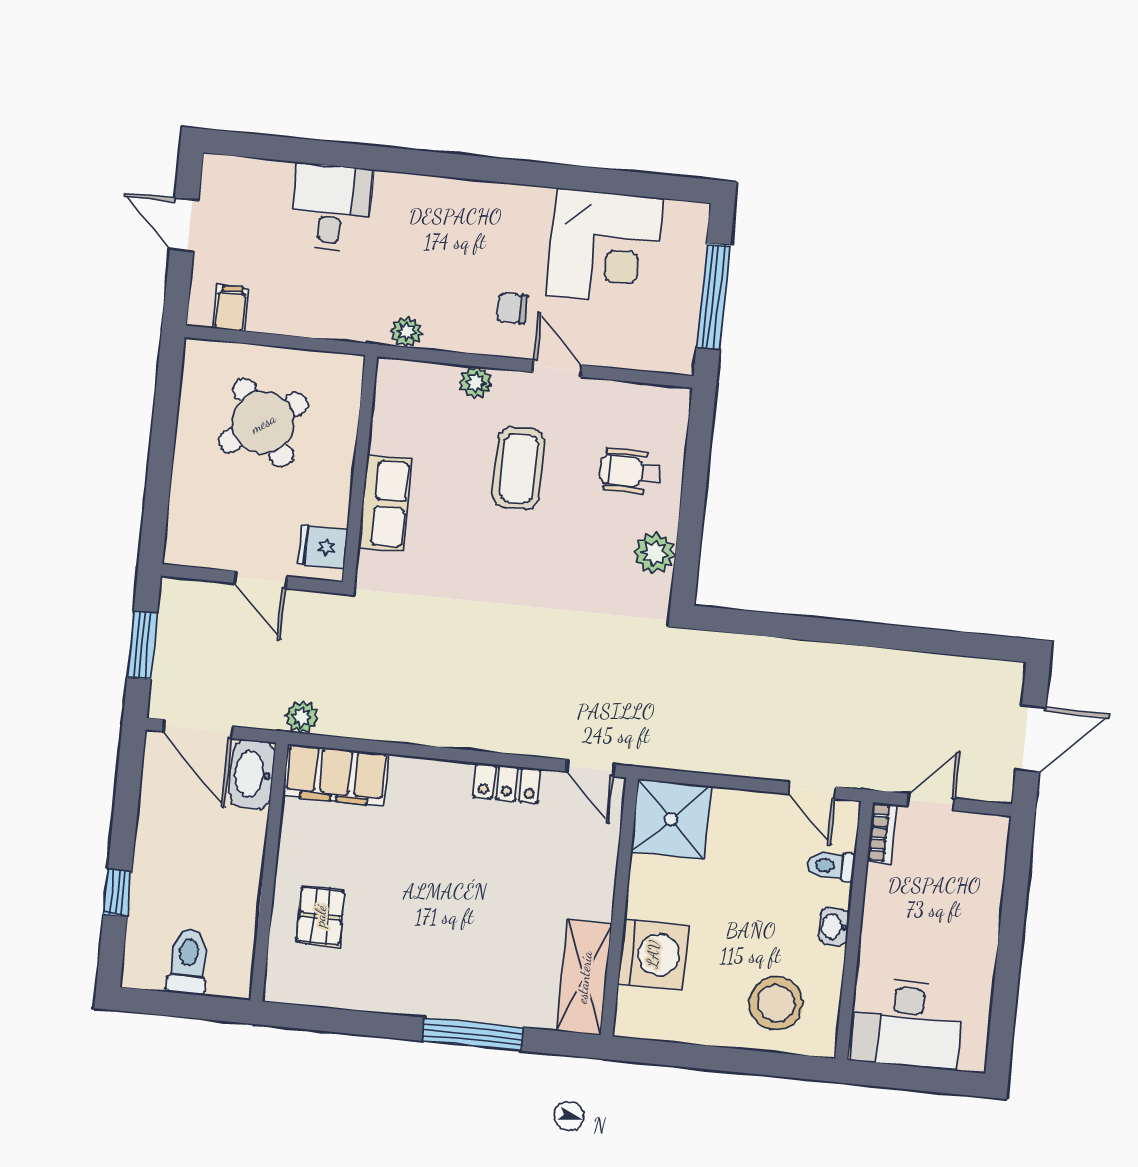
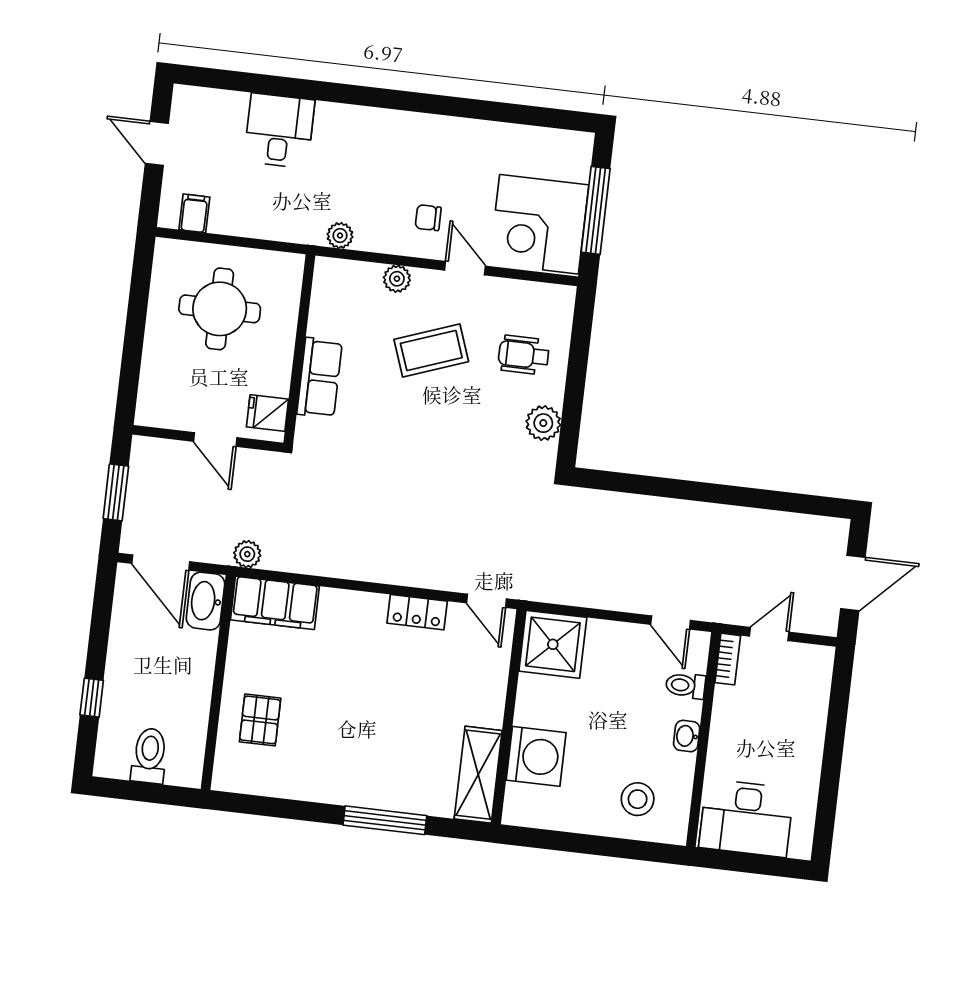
corner desk: (605, 247) -> (539, 224), moved, turned 90
round table: (263, 423) -> (220, 309), turned 35
coffee table: (519, 468) -> (431, 350), turned 70
stool: (776, 1003) -> (638, 799), width x0.73, depth x0.73

